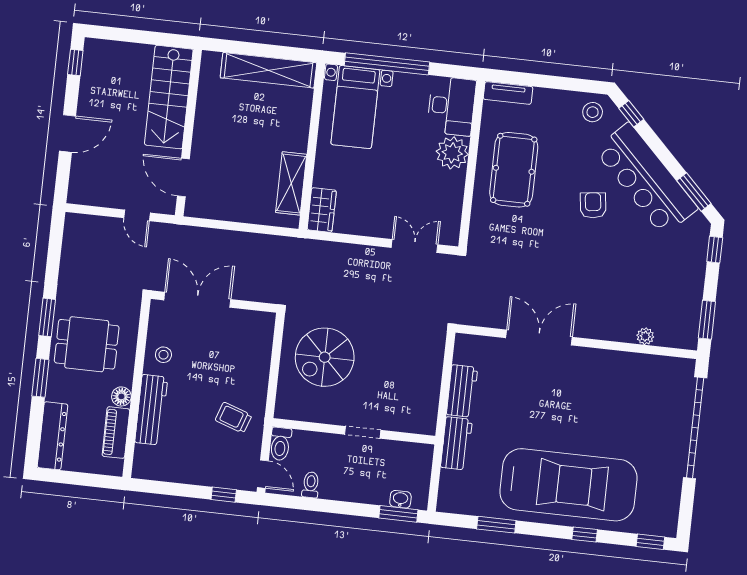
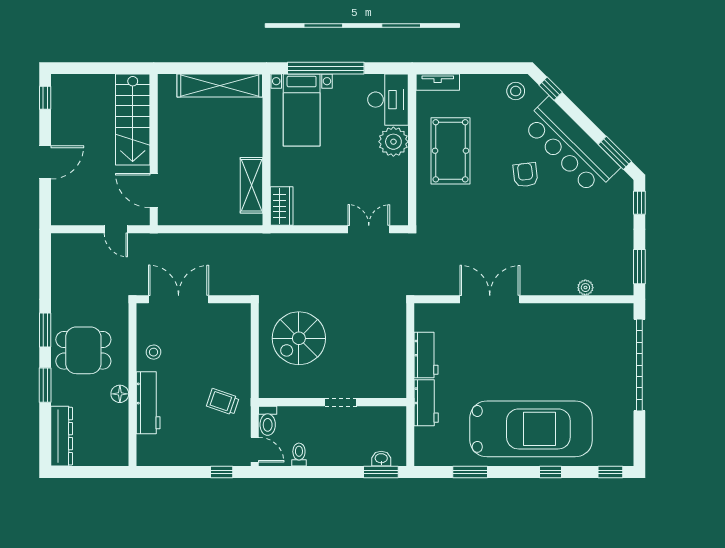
piano: (116, 433) -> (118, 427), removed

